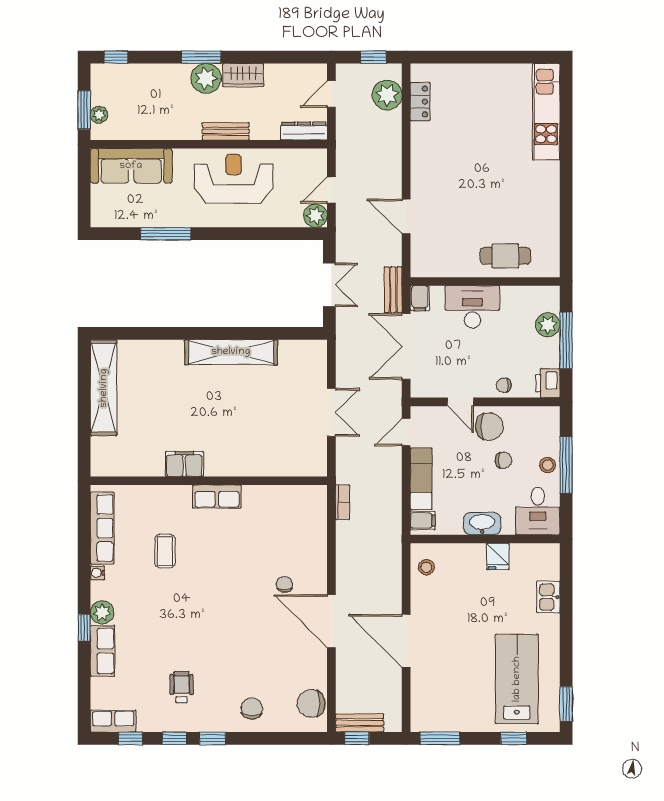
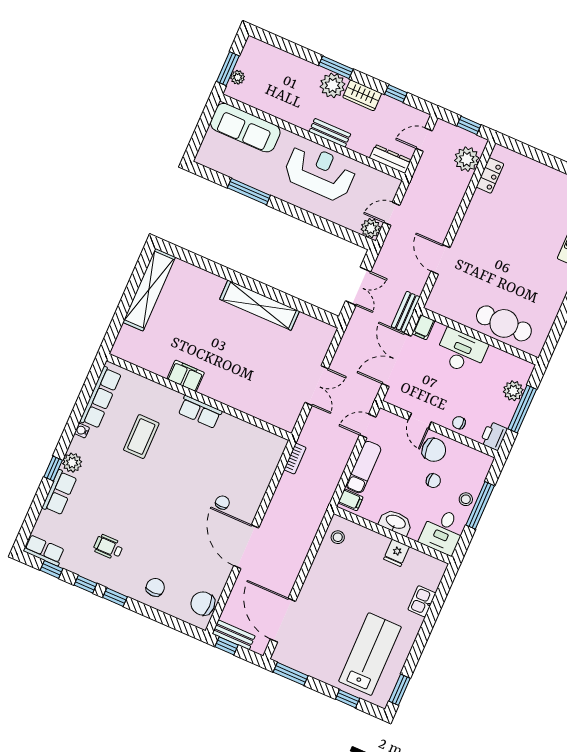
window: (116, 57) -> (396, 93), moved
cafe table: (505, 256) -> (504, 323), width x1.37, depth x1.35
coffee table: (165, 551) -> (141, 437), width x1.36, depth x1.30
door: (406, 641) -> (283, 620), moved
wheelchair: (182, 687) -> (108, 547), turned -90

